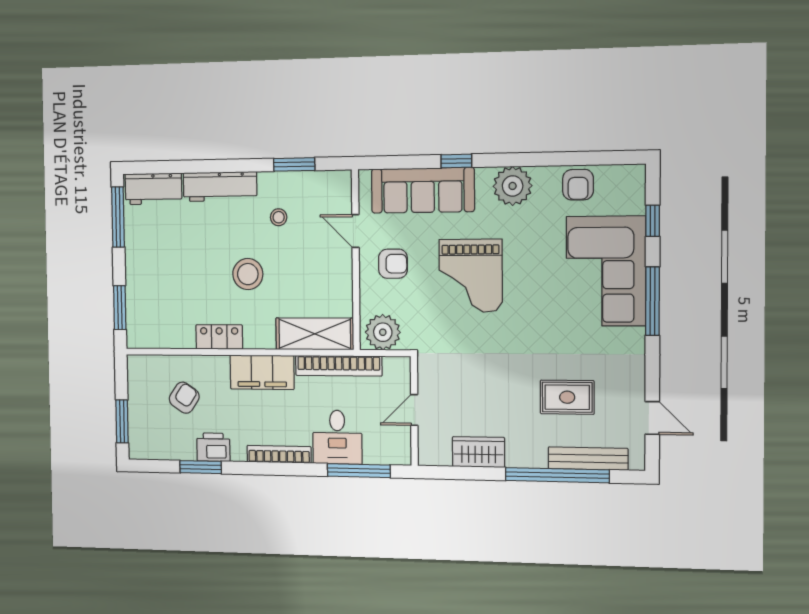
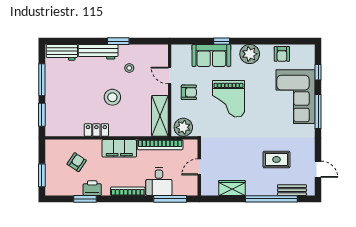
window: (294, 164) -> (118, 41), moved
sofa: (423, 190) -> (211, 55), width x0.73
window: (118, 217) -> (42, 80), moved
shelving: (315, 334) -> (160, 116), moved, turned 90
bench: (588, 459) -> (292, 190), width x0.73

